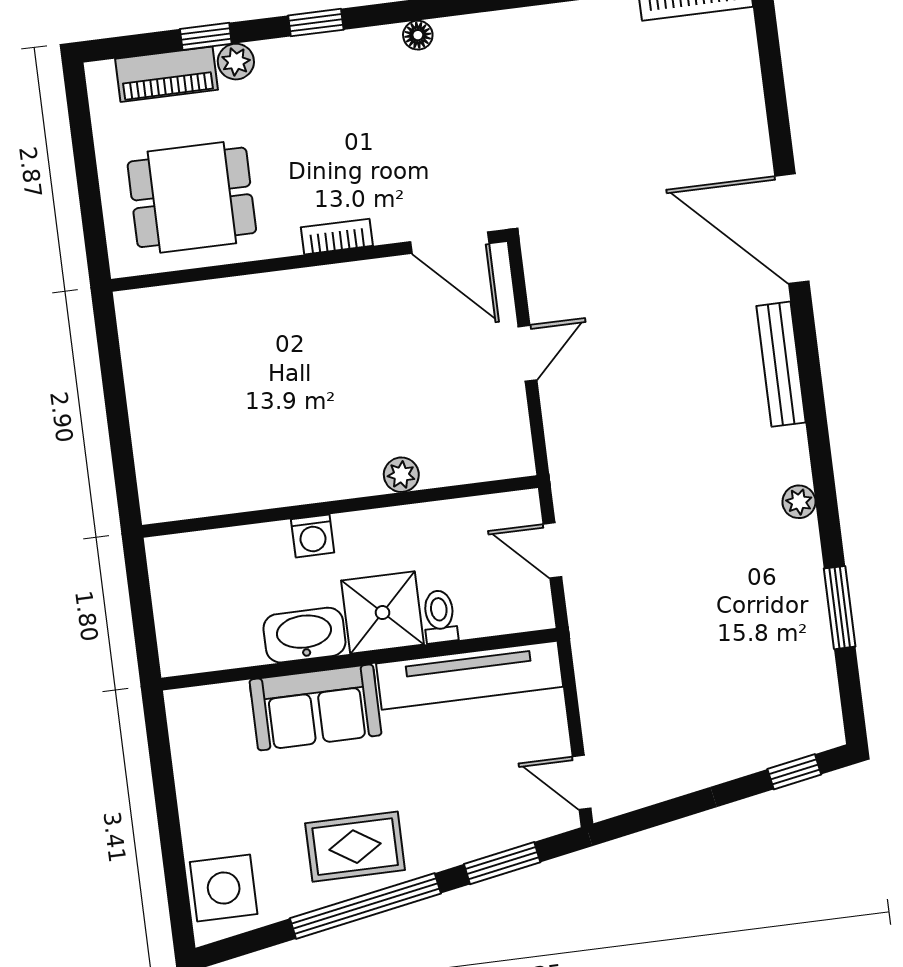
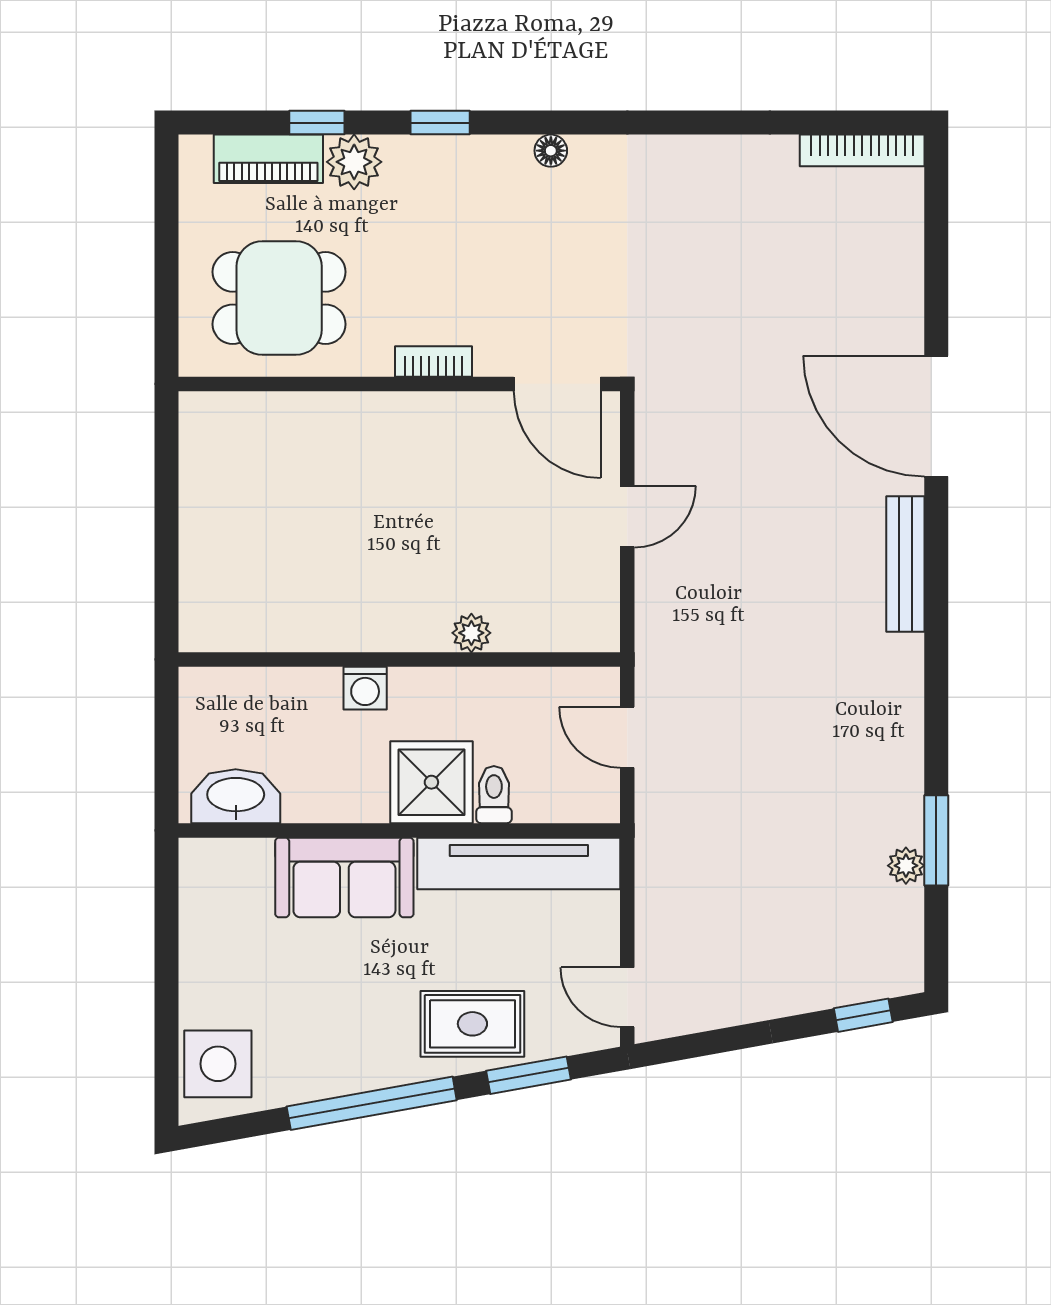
plant: (236, 62) -> (354, 162), width x1.38, depth x1.38
plant: (799, 502) -> (906, 866), moved
washbasin: (304, 635) -> (236, 796), moved
rug: (355, 847) -> (472, 1024), moved

